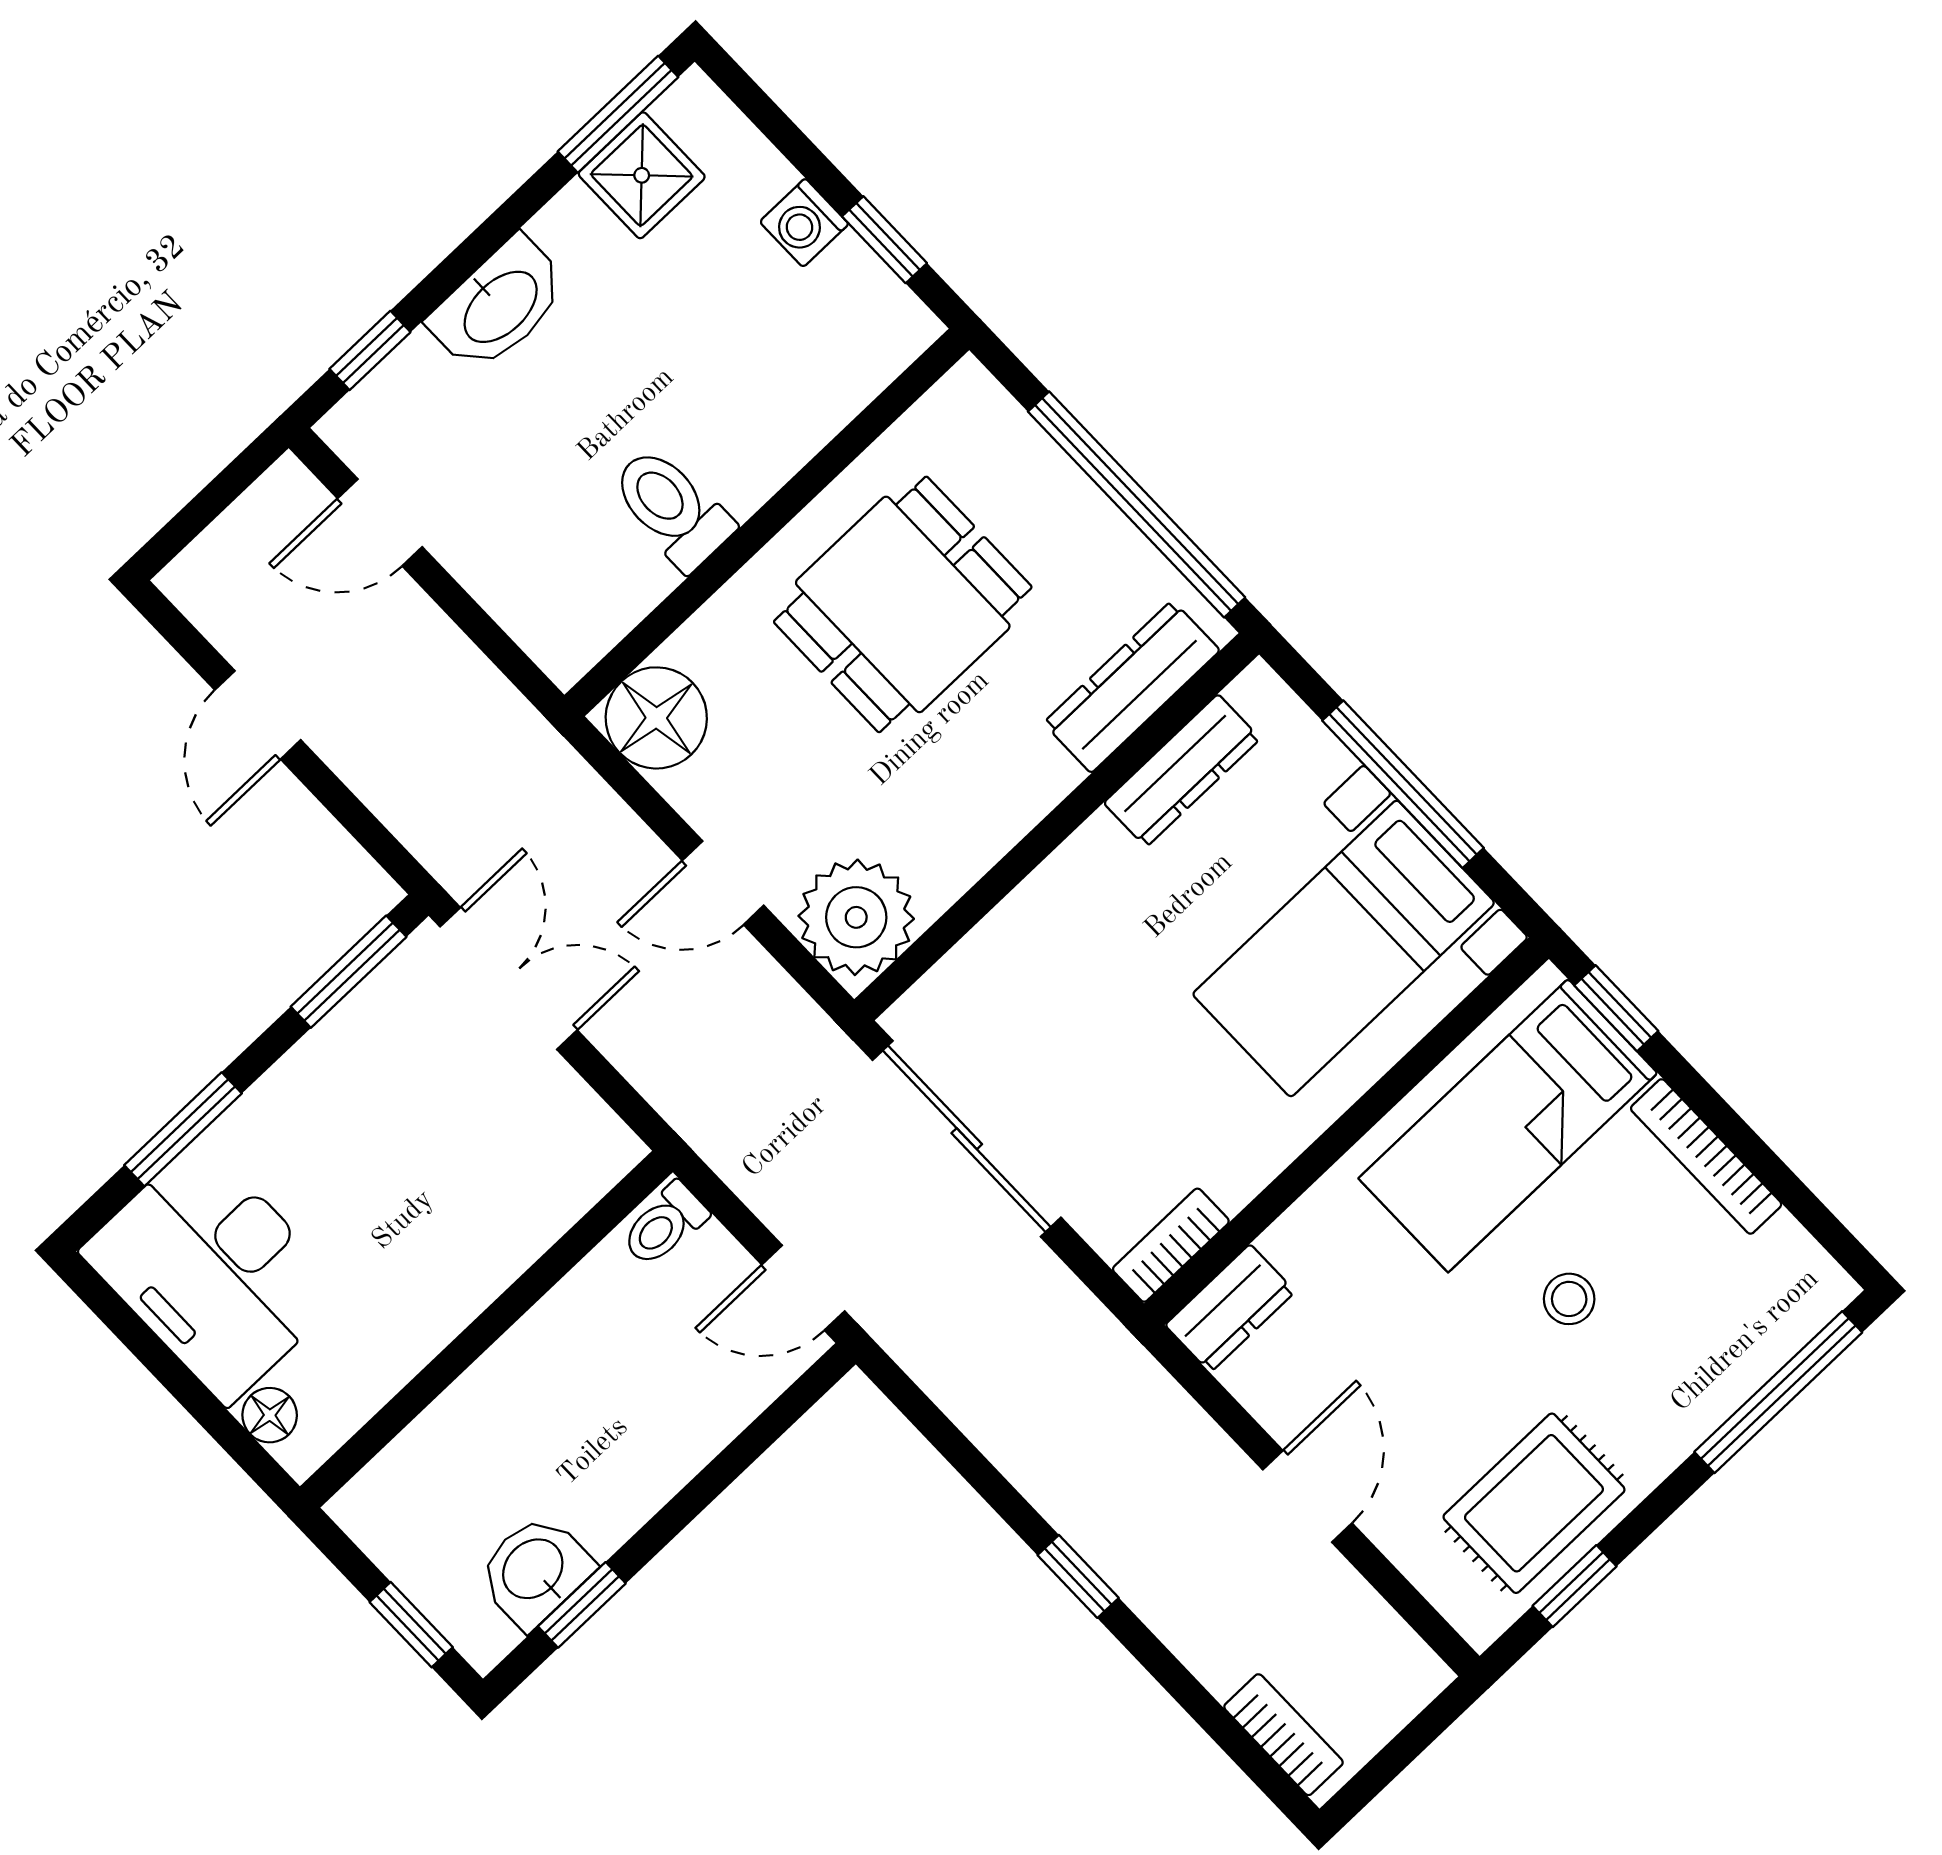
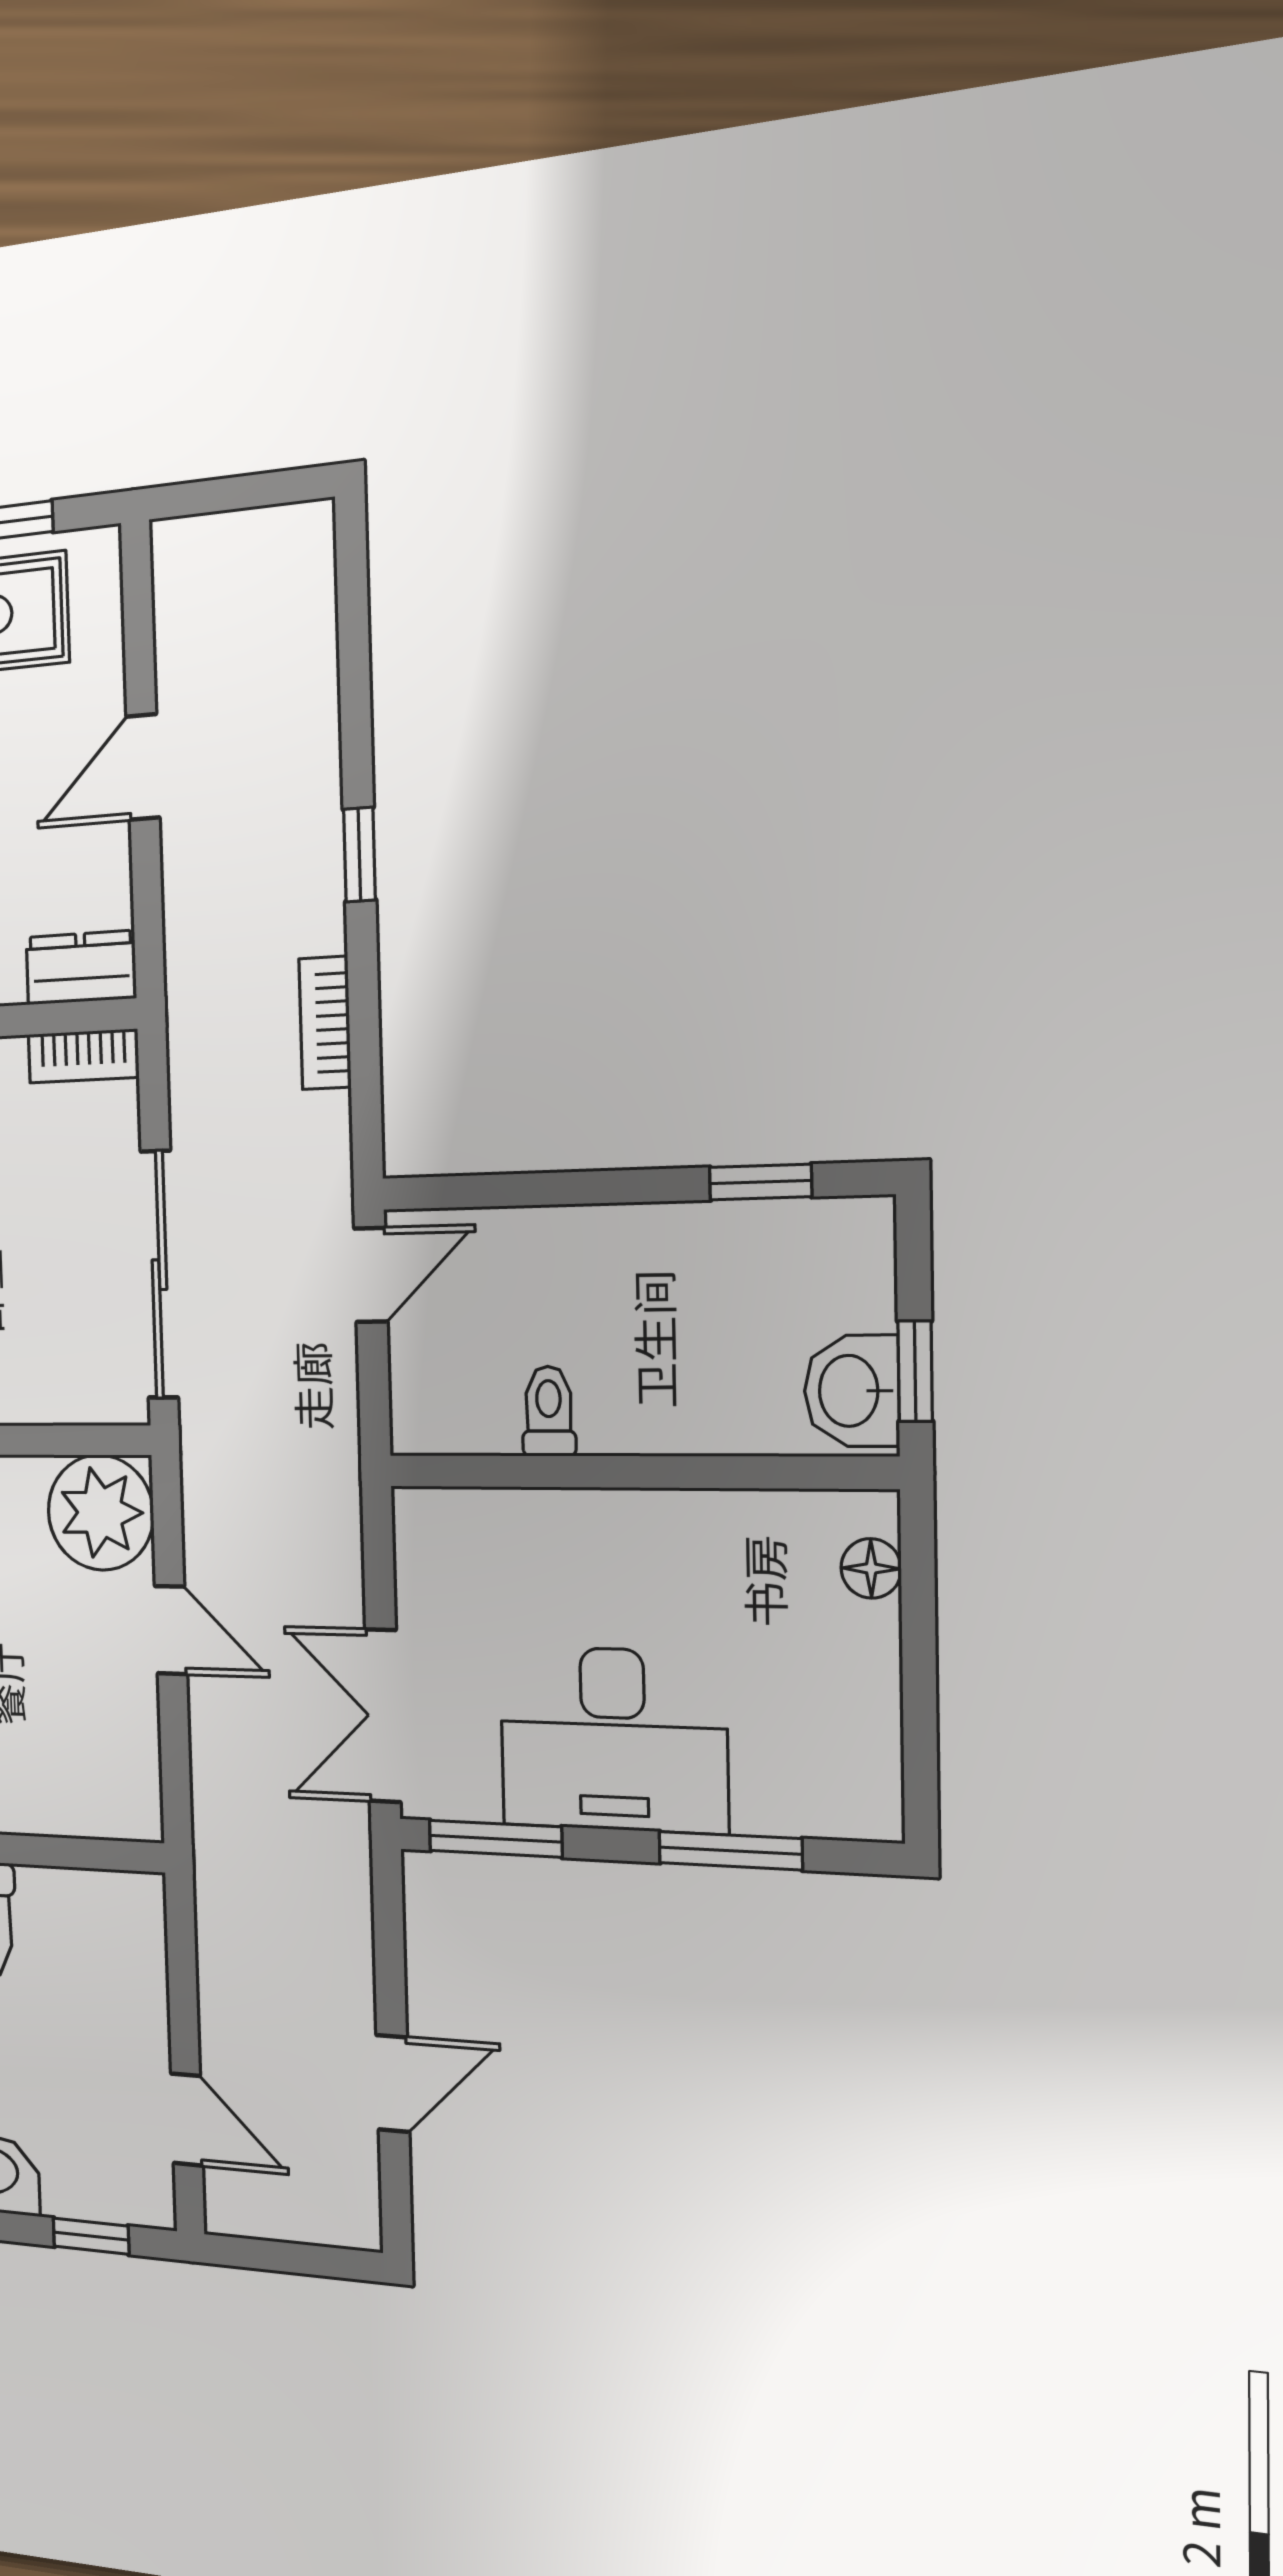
floor lamp: (656, 718) -> (117, 1791), removed
toilet: (664, 1225) -> (549, 1411), moved, turned -90
desk: (214, 1271) -> (613, 1739), moved, turned 90
door: (803, 1288) -> (371, 1275), hinge flipped
washbasin: (535, 1571) -> (851, 1391), moved, turned 90
window: (411, 1625) -> (915, 1371), moved
bookcase: (1284, 1735) -> (325, 1023), moved

